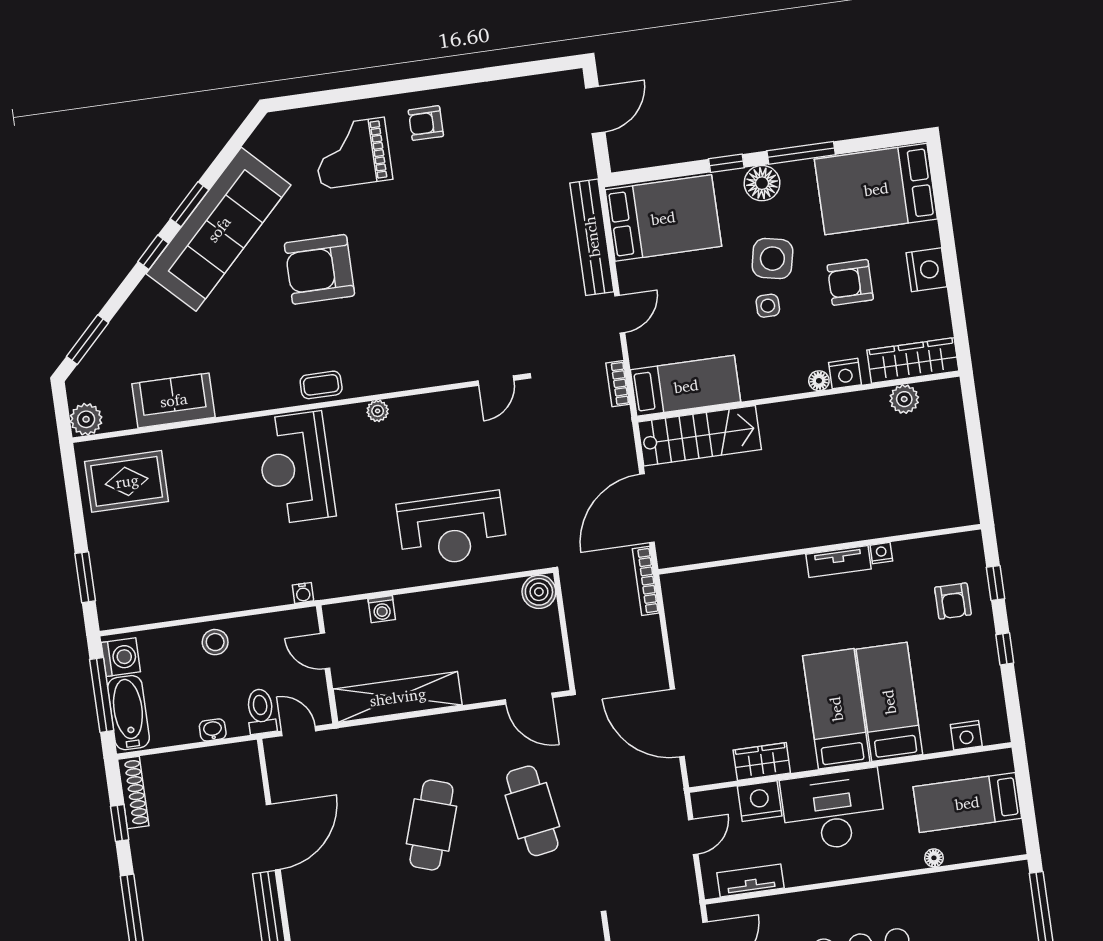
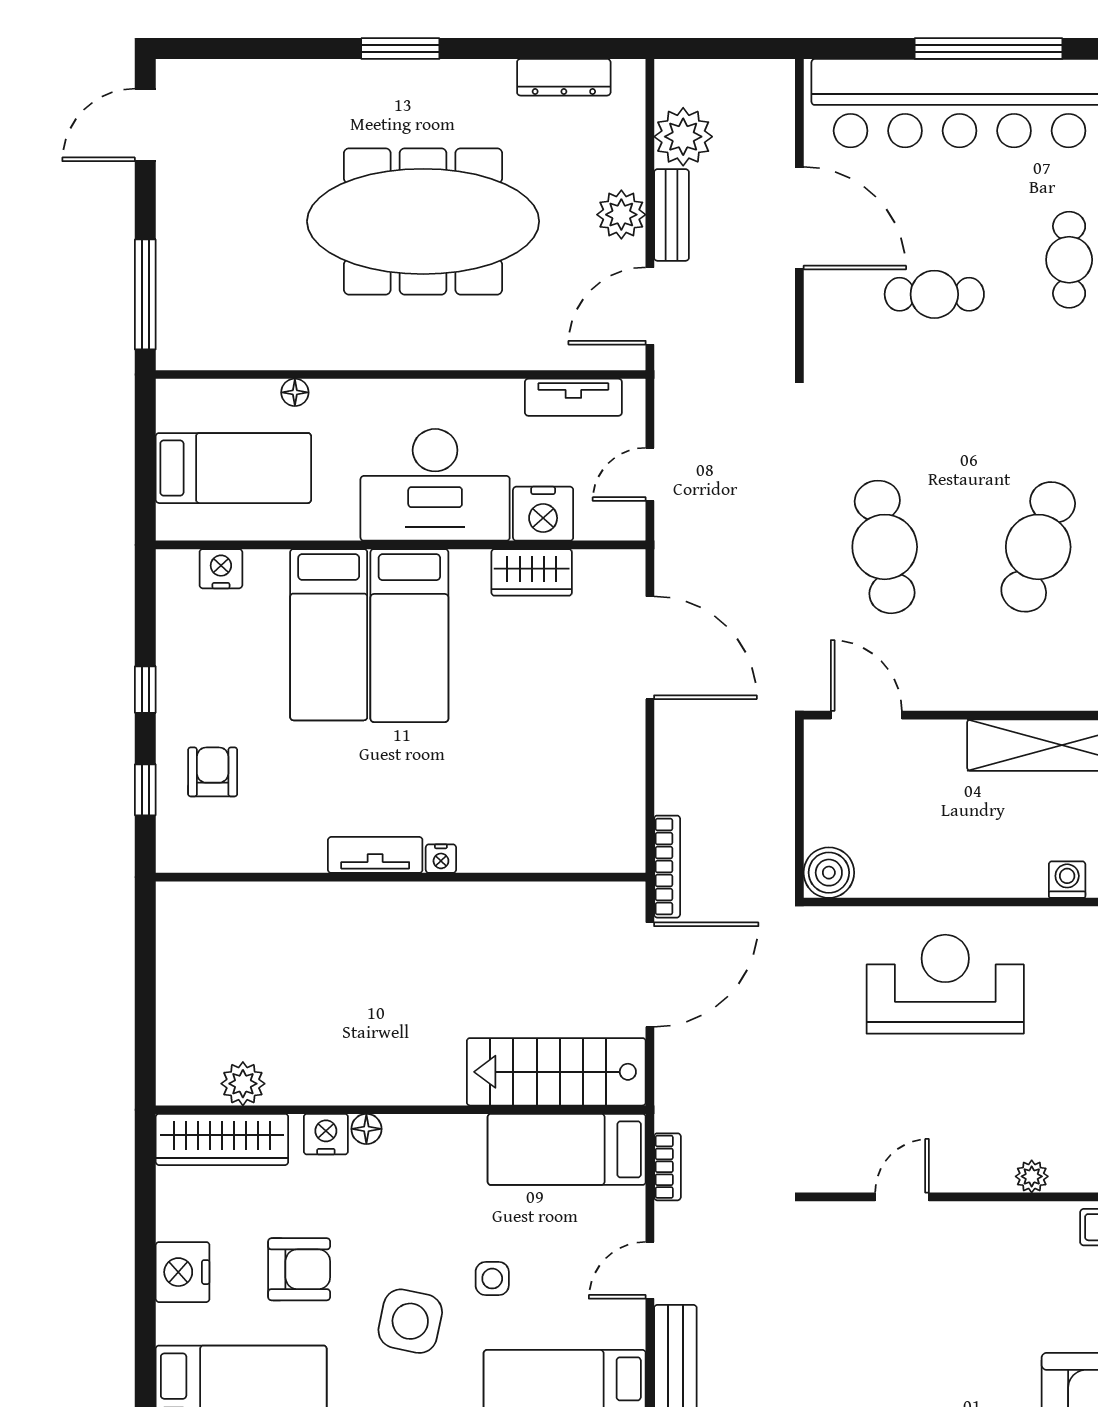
side table: (768, 306) -> (492, 1279), moved
door: (496, 381) -> (902, 1197), moved
nightstand: (881, 553) -> (441, 859), moved

